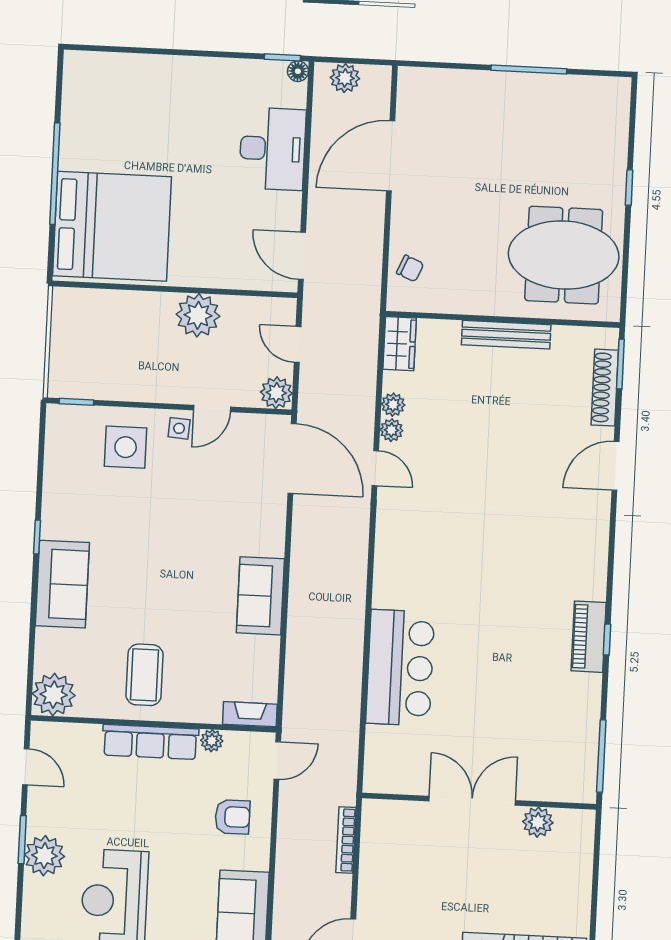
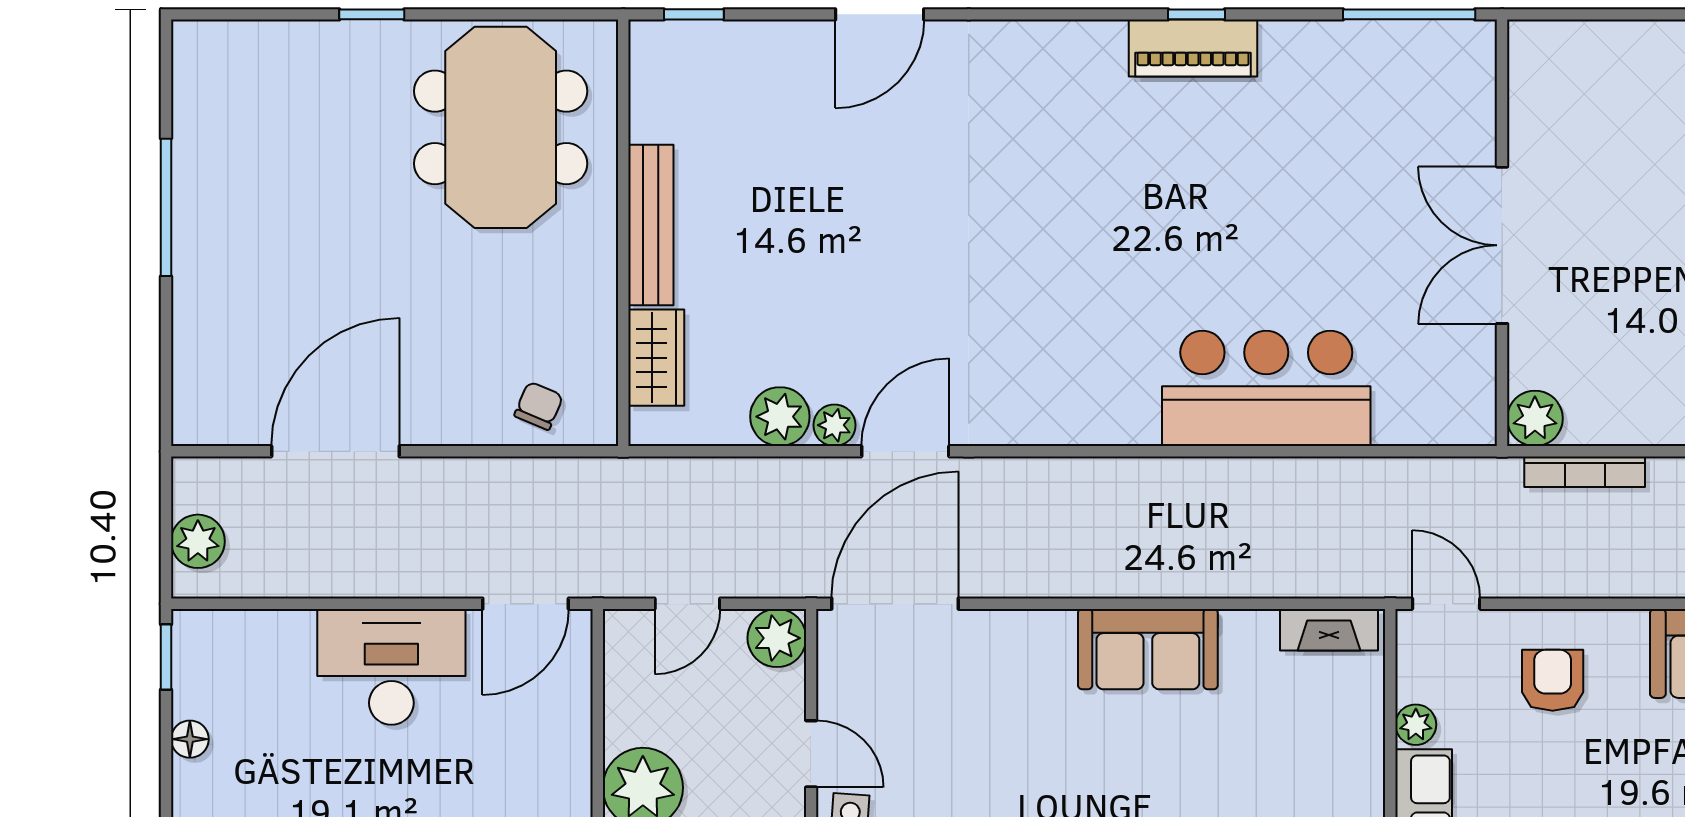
floor lamp: (298, 71) -> (190, 739), moved
desk: (272, 149) -> (391, 667), moved
door: (391, 156) -> (335, 451), swing flipped
wardrobe: (400, 344) -> (656, 358), moved, turned 90
window: (620, 364) -> (694, 14), width x0.67
shoe rack: (605, 388) -> (738, 41), removed
plant: (393, 405) -> (780, 417), width x1.38, depth x1.38
door: (615, 466) -> (880, 14), hinge flipped
door: (375, 468) -> (905, 451), width x1.38
fireplace: (250, 714) -> (1329, 630), moved, turned -90
plant: (538, 822) -> (1535, 418), moved

